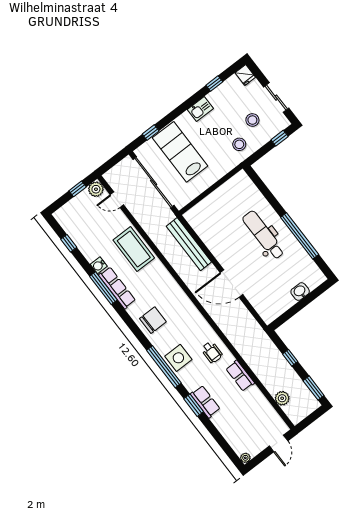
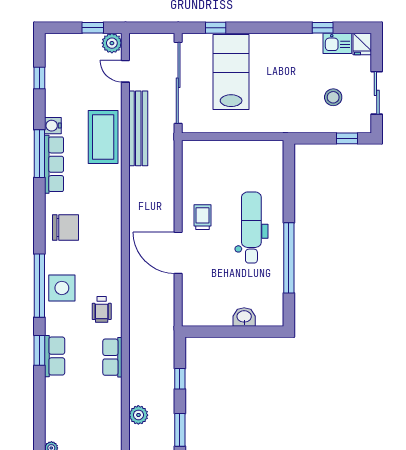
kitchen sink: (200, 109) -> (337, 43), moved
stool: (239, 144) -> (300, 112), removed
bench: (189, 244) -> (138, 128), moved
trolley: (230, 251) -> (203, 217), added

